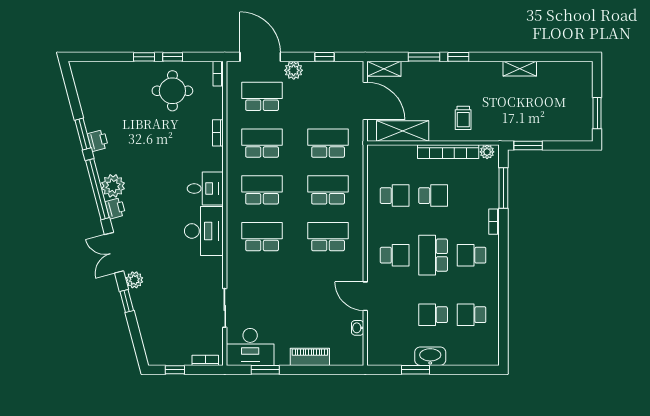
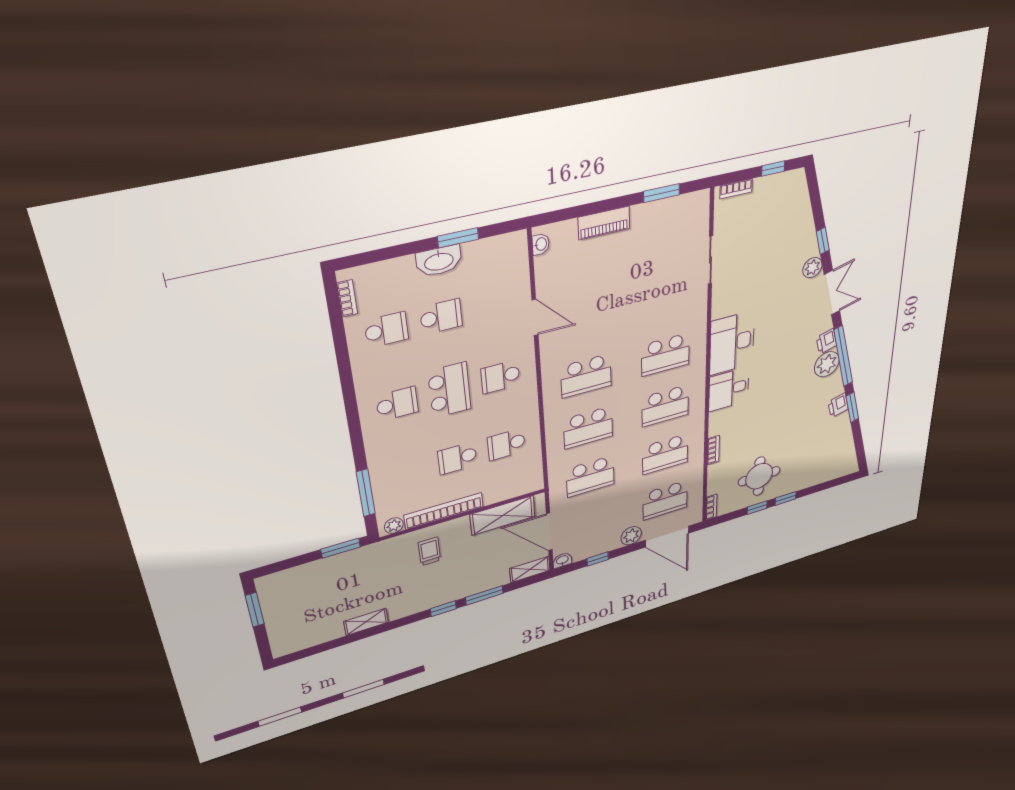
washbasin: (356, 68) -> (562, 560), added
bookcase: (494, 222) -> (347, 298), moved
washbasin: (358, 328) -> (541, 244), moved
desk: (250, 347) -> (680, 219), removed

